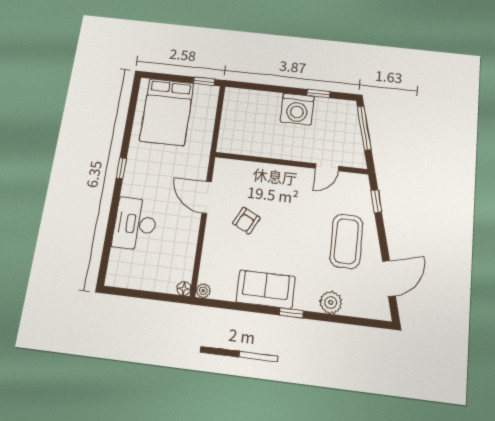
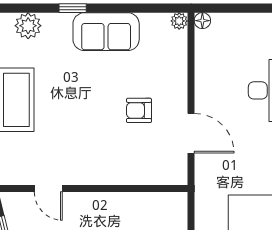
door: (327, 167) -> (48, 189), swing flipped
armchair: (246, 221) -> (139, 110), turned -117

